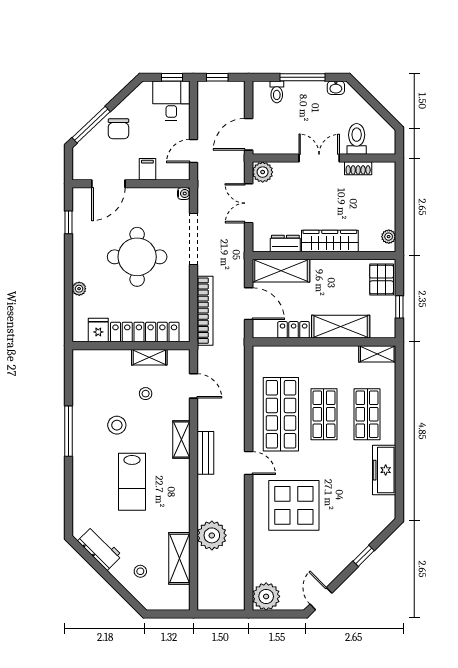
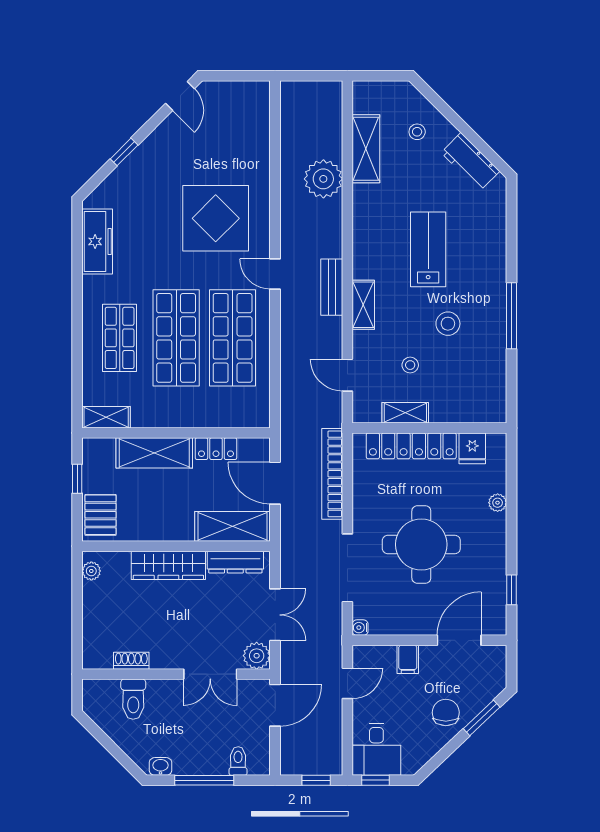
window: (91, 125) -> (482, 718), width x0.69
double door: (319, 158) -> (210, 674), moved
dresser: (285, 243) -> (235, 562), width x1.44
shop shelf: (324, 414) -> (176, 338), width x1.43, depth x1.36
freezer: (384, 470) -> (97, 241), moved
plant: (266, 596) -> (252, 99), removed

